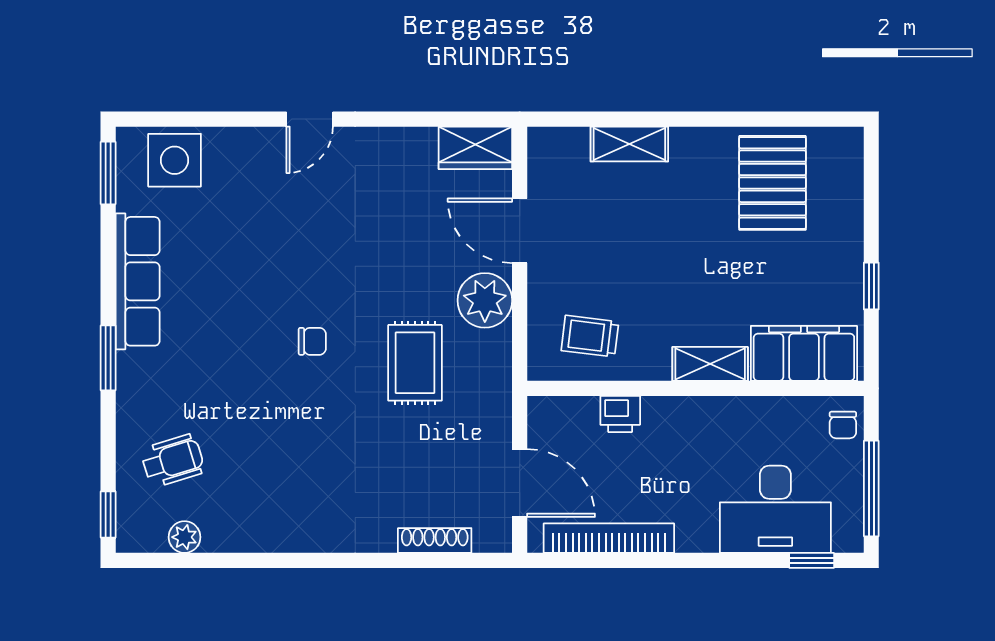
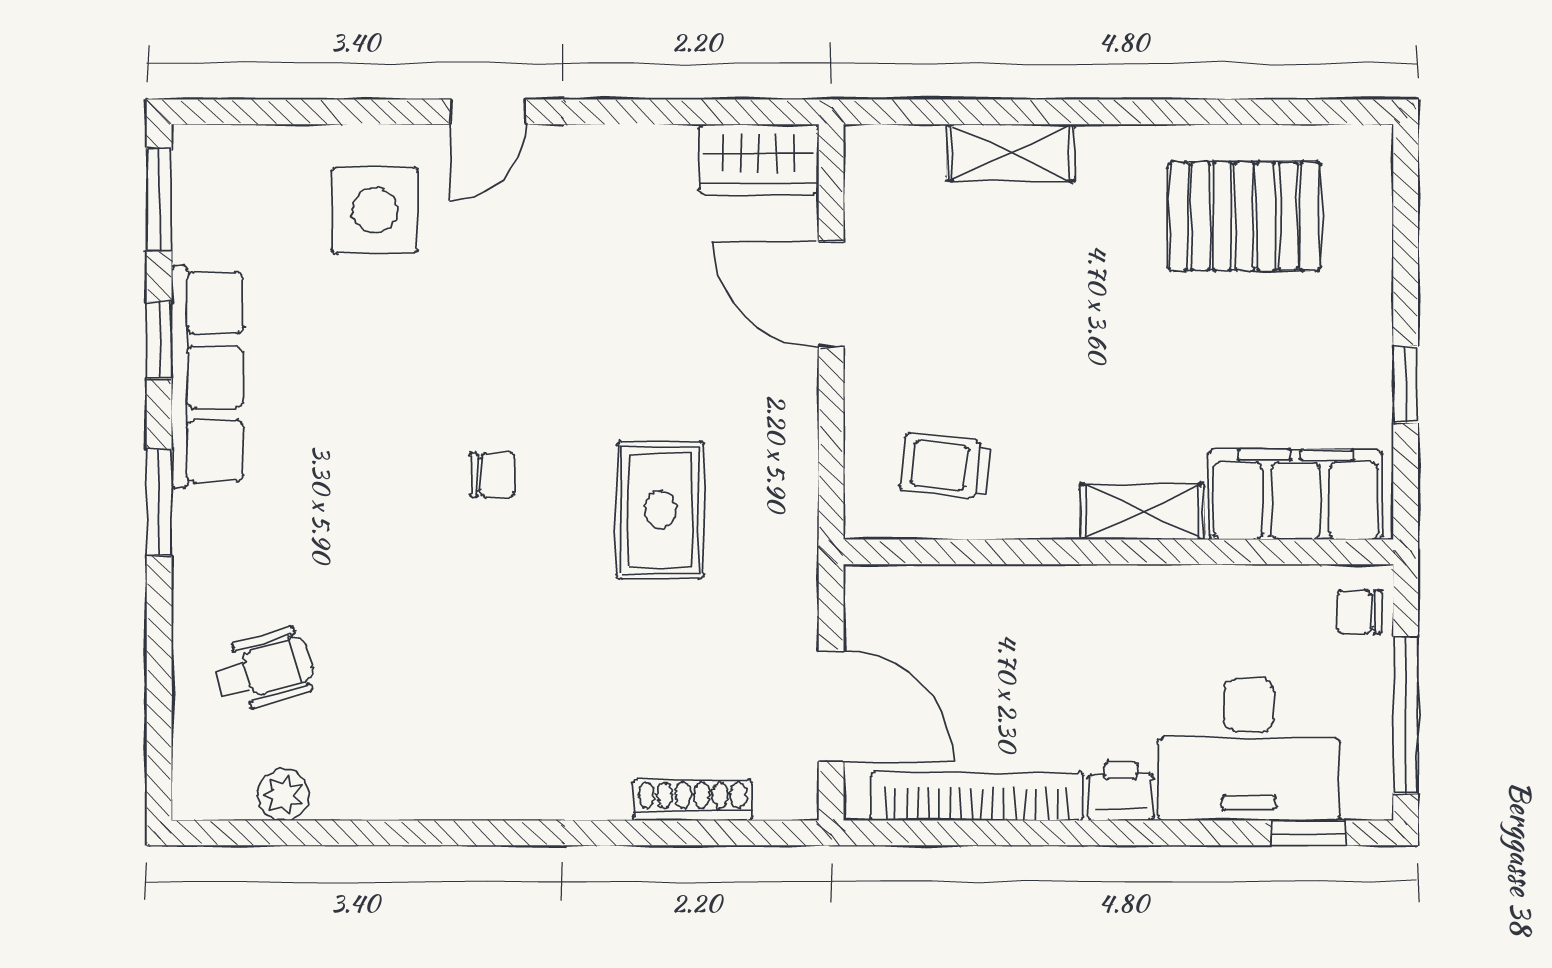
side table: (175, 160) -> (375, 210), moved
pallet: (772, 183) -> (1244, 216), turned 90
plant: (485, 300) -> (774, 408), removed
printer: (620, 414) -> (1121, 791), moved, turned 180
chair: (843, 425) -> (1359, 612), turned 90
window: (108, 514) -> (159, 340), moved

